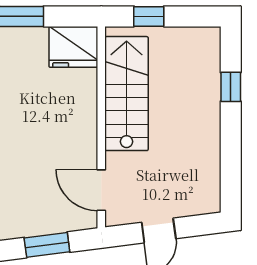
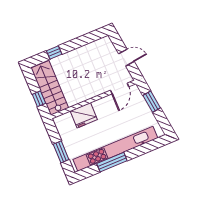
fridge: (73, 47) -> (84, 115), moved, turned 90
stairs: (127, 94) -> (50, 88), moved, turned 90

